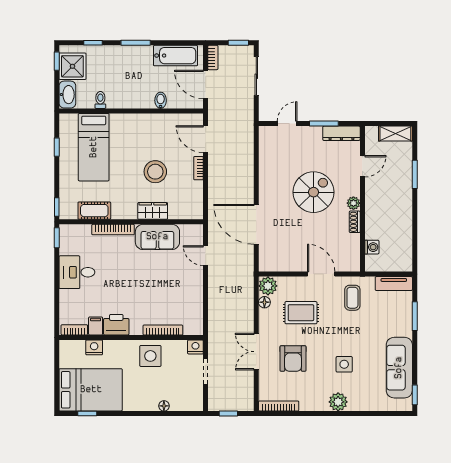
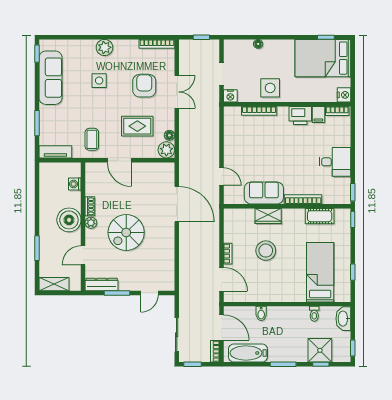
shower: (72, 66) -> (320, 350), moved
boiler: (378, 206) -> (69, 220), added
nightstand: (94, 347) -> (344, 95), moved, turned -90

